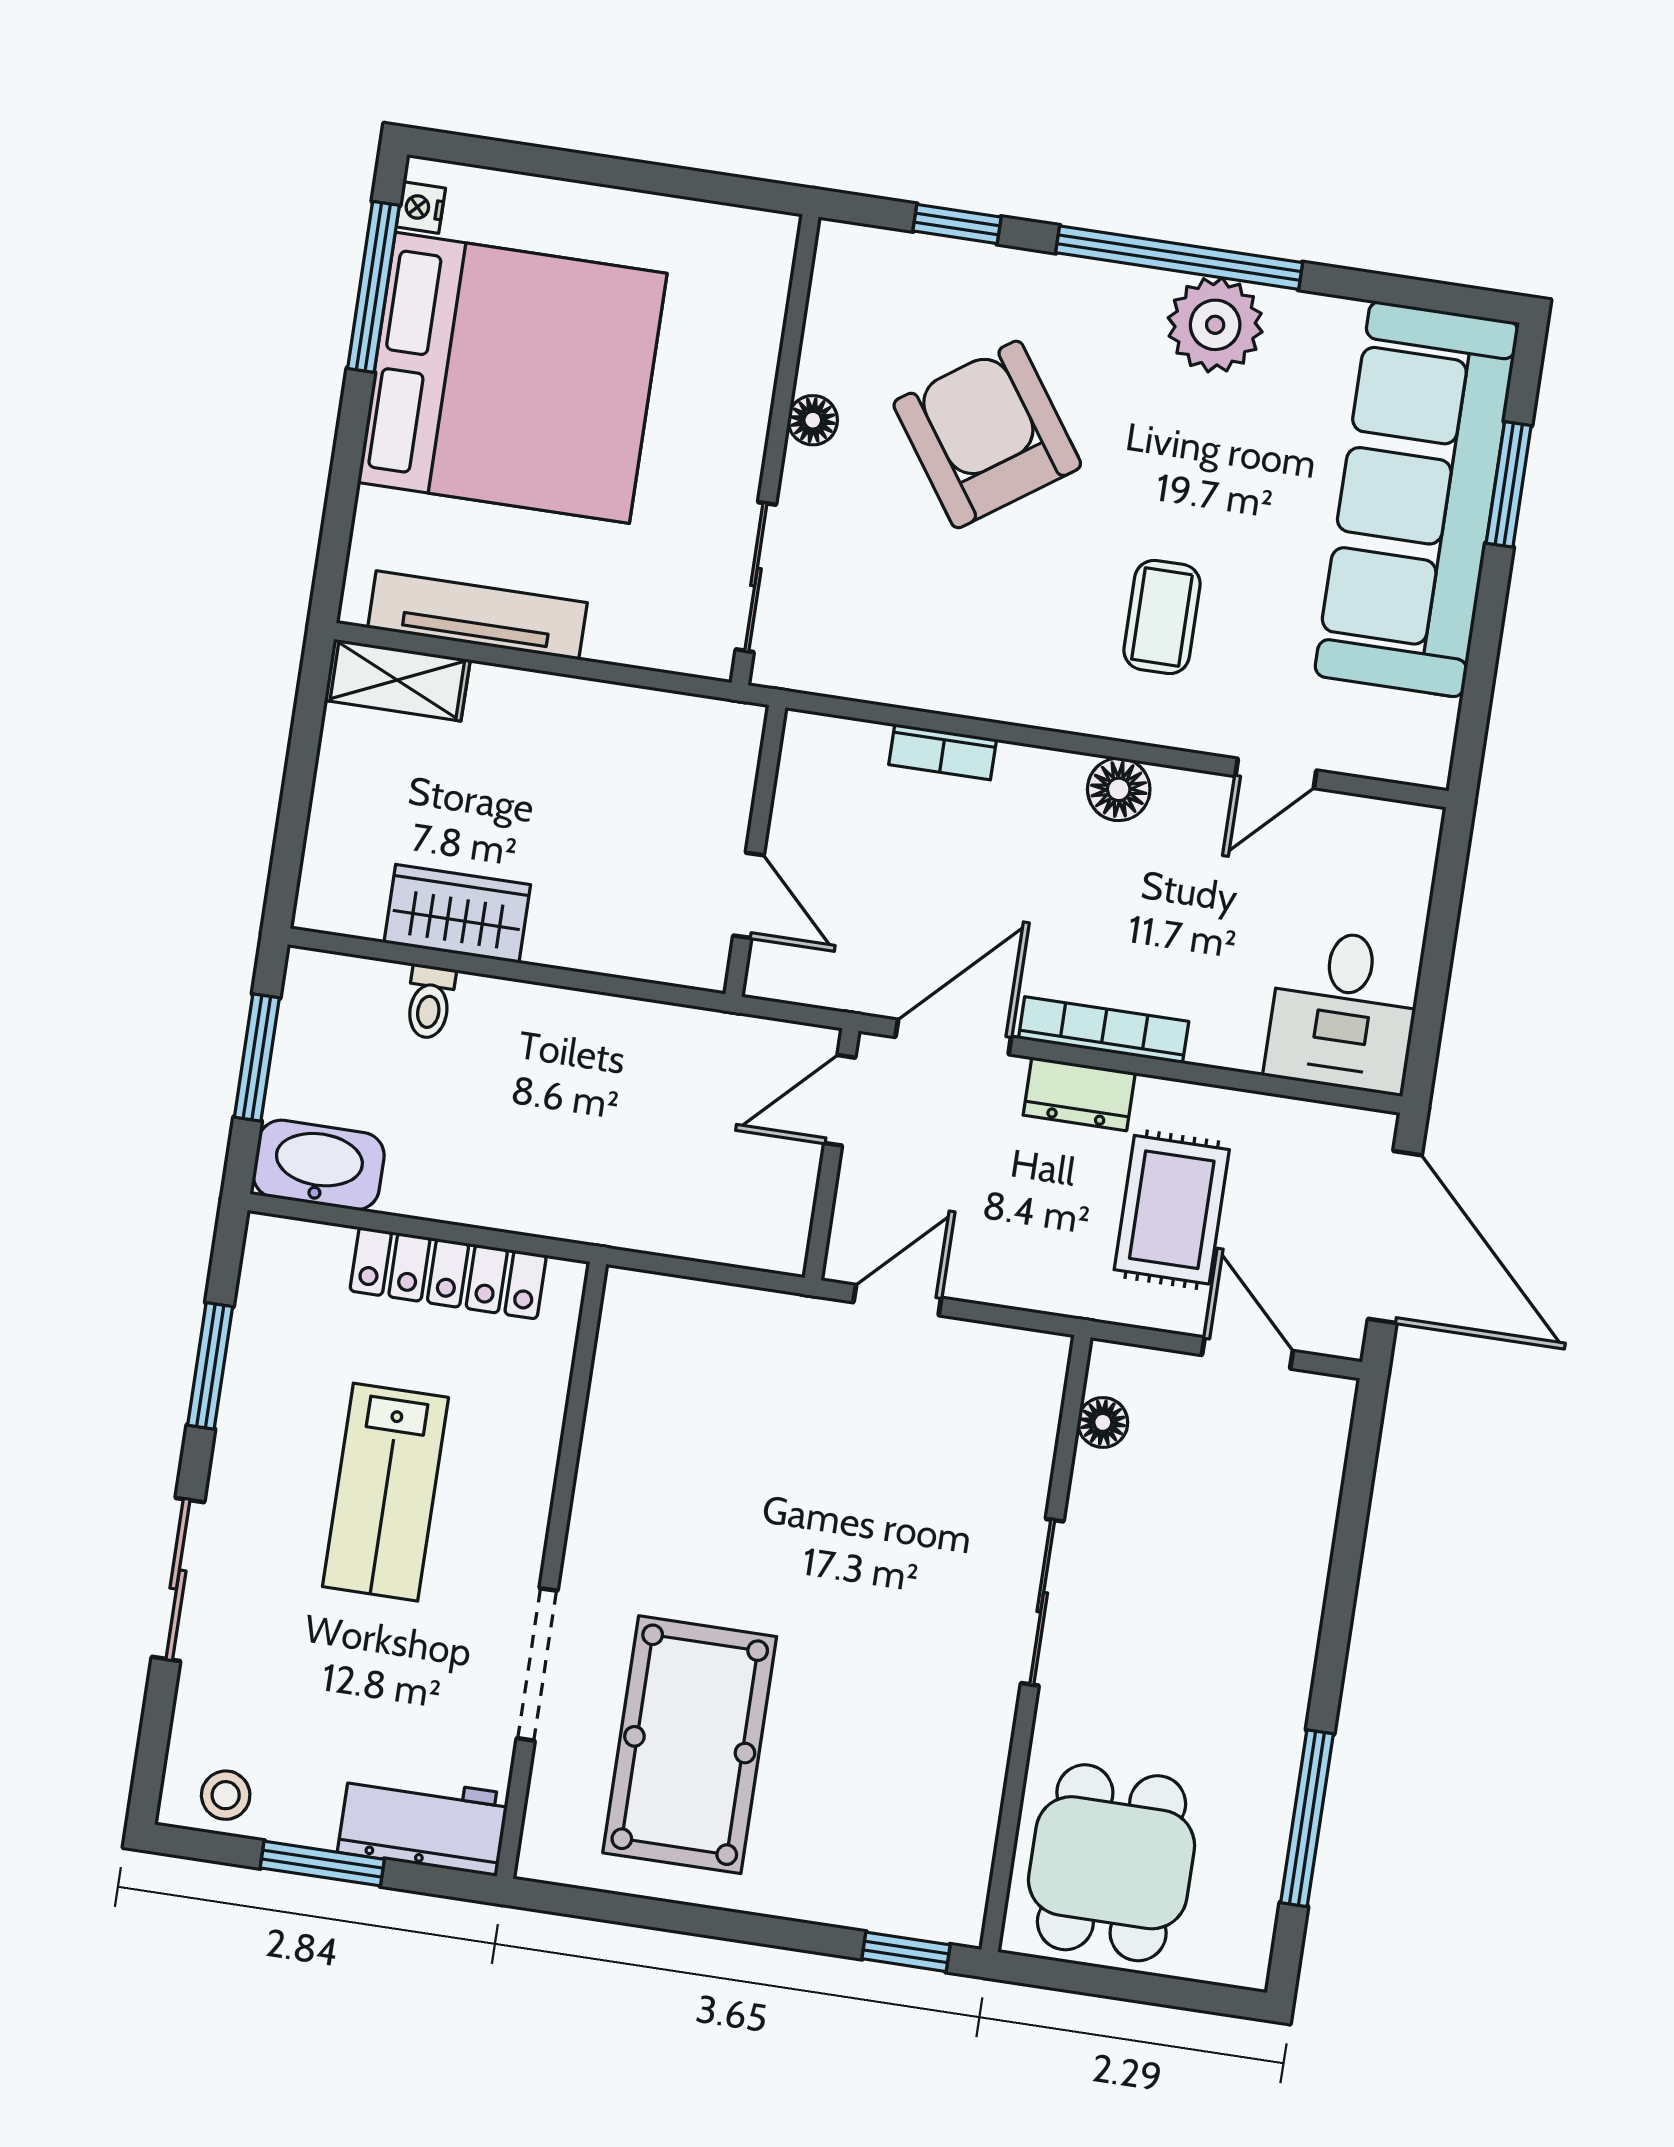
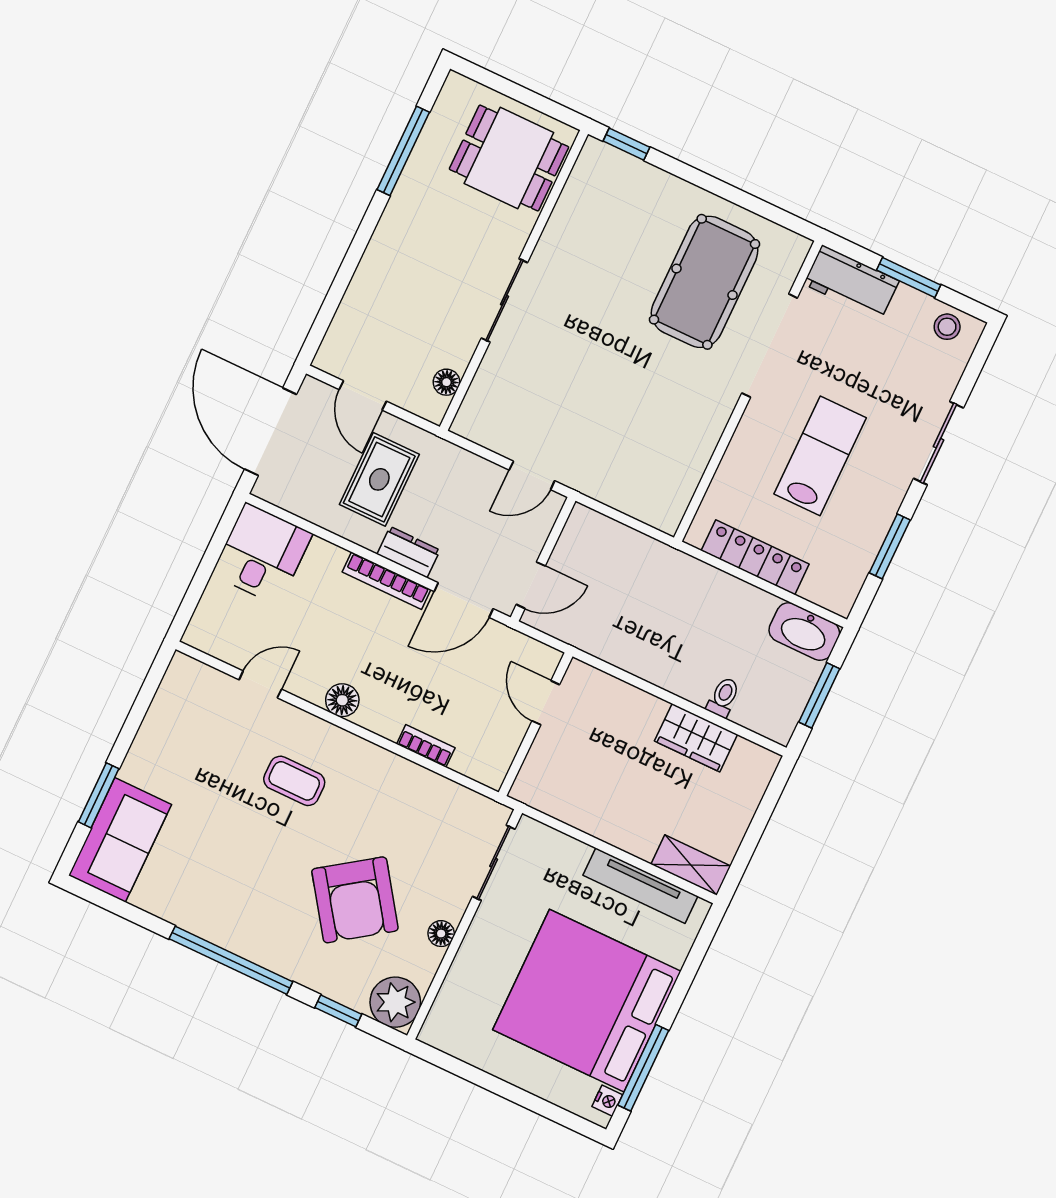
plant: (1215, 325) -> (395, 1002), moved
sofa: (1417, 499) -> (120, 840), width x0.54, depth x0.79
coffee table: (1162, 617) -> (294, 781), turned 90
doorway: (537, 1664) -> (770, 346), width x1.36
dining table: (1111, 1863) -> (509, 158), turned 90

